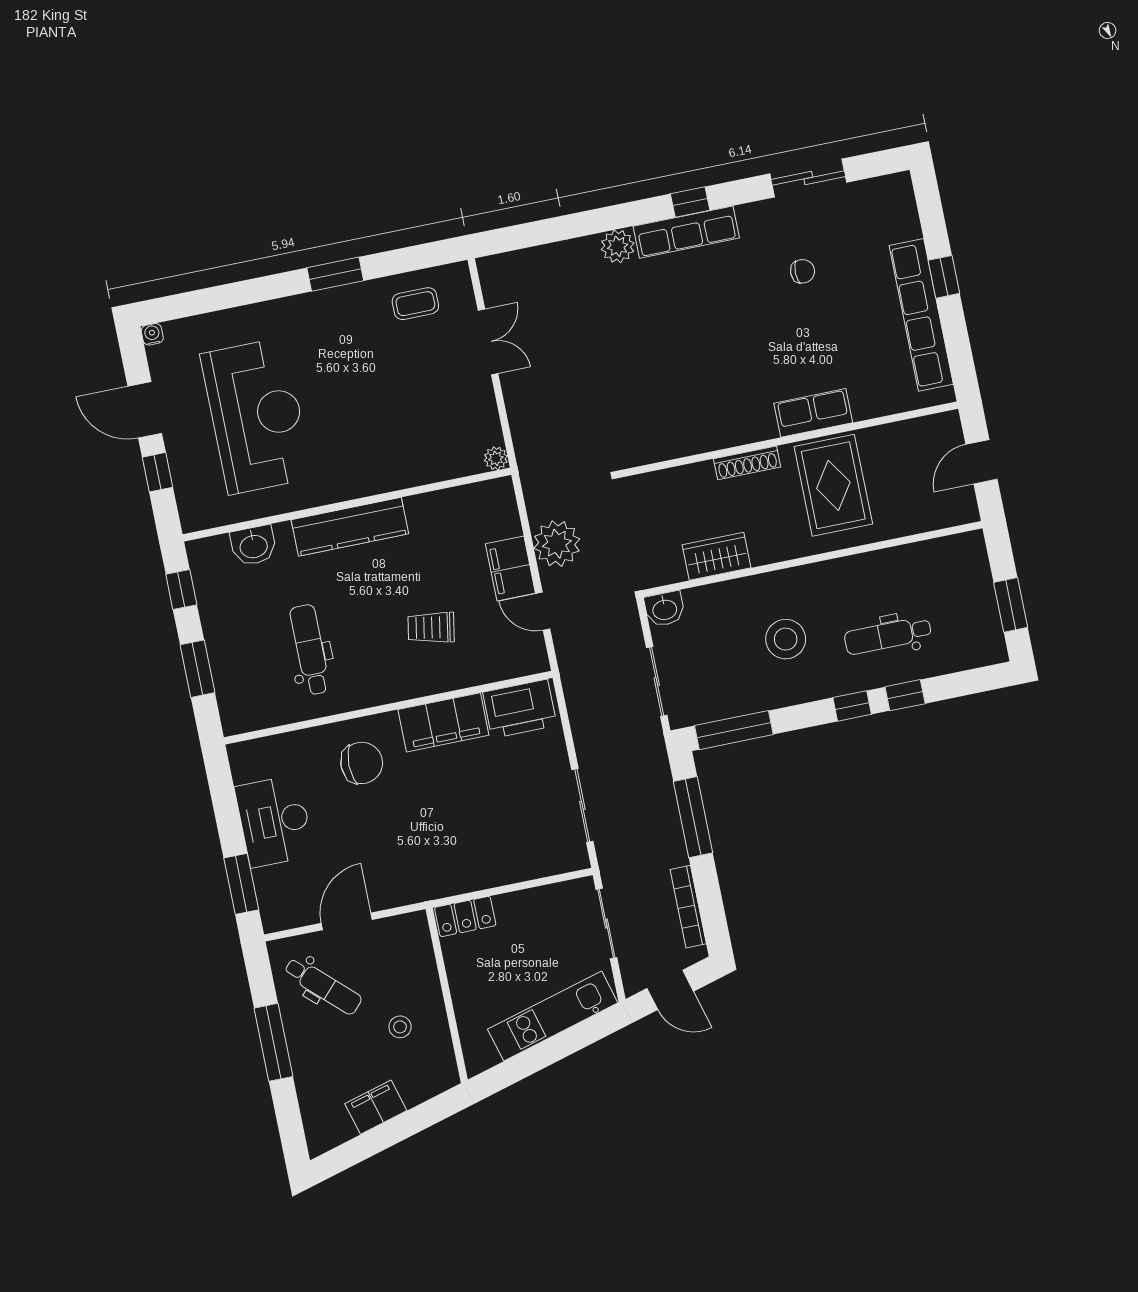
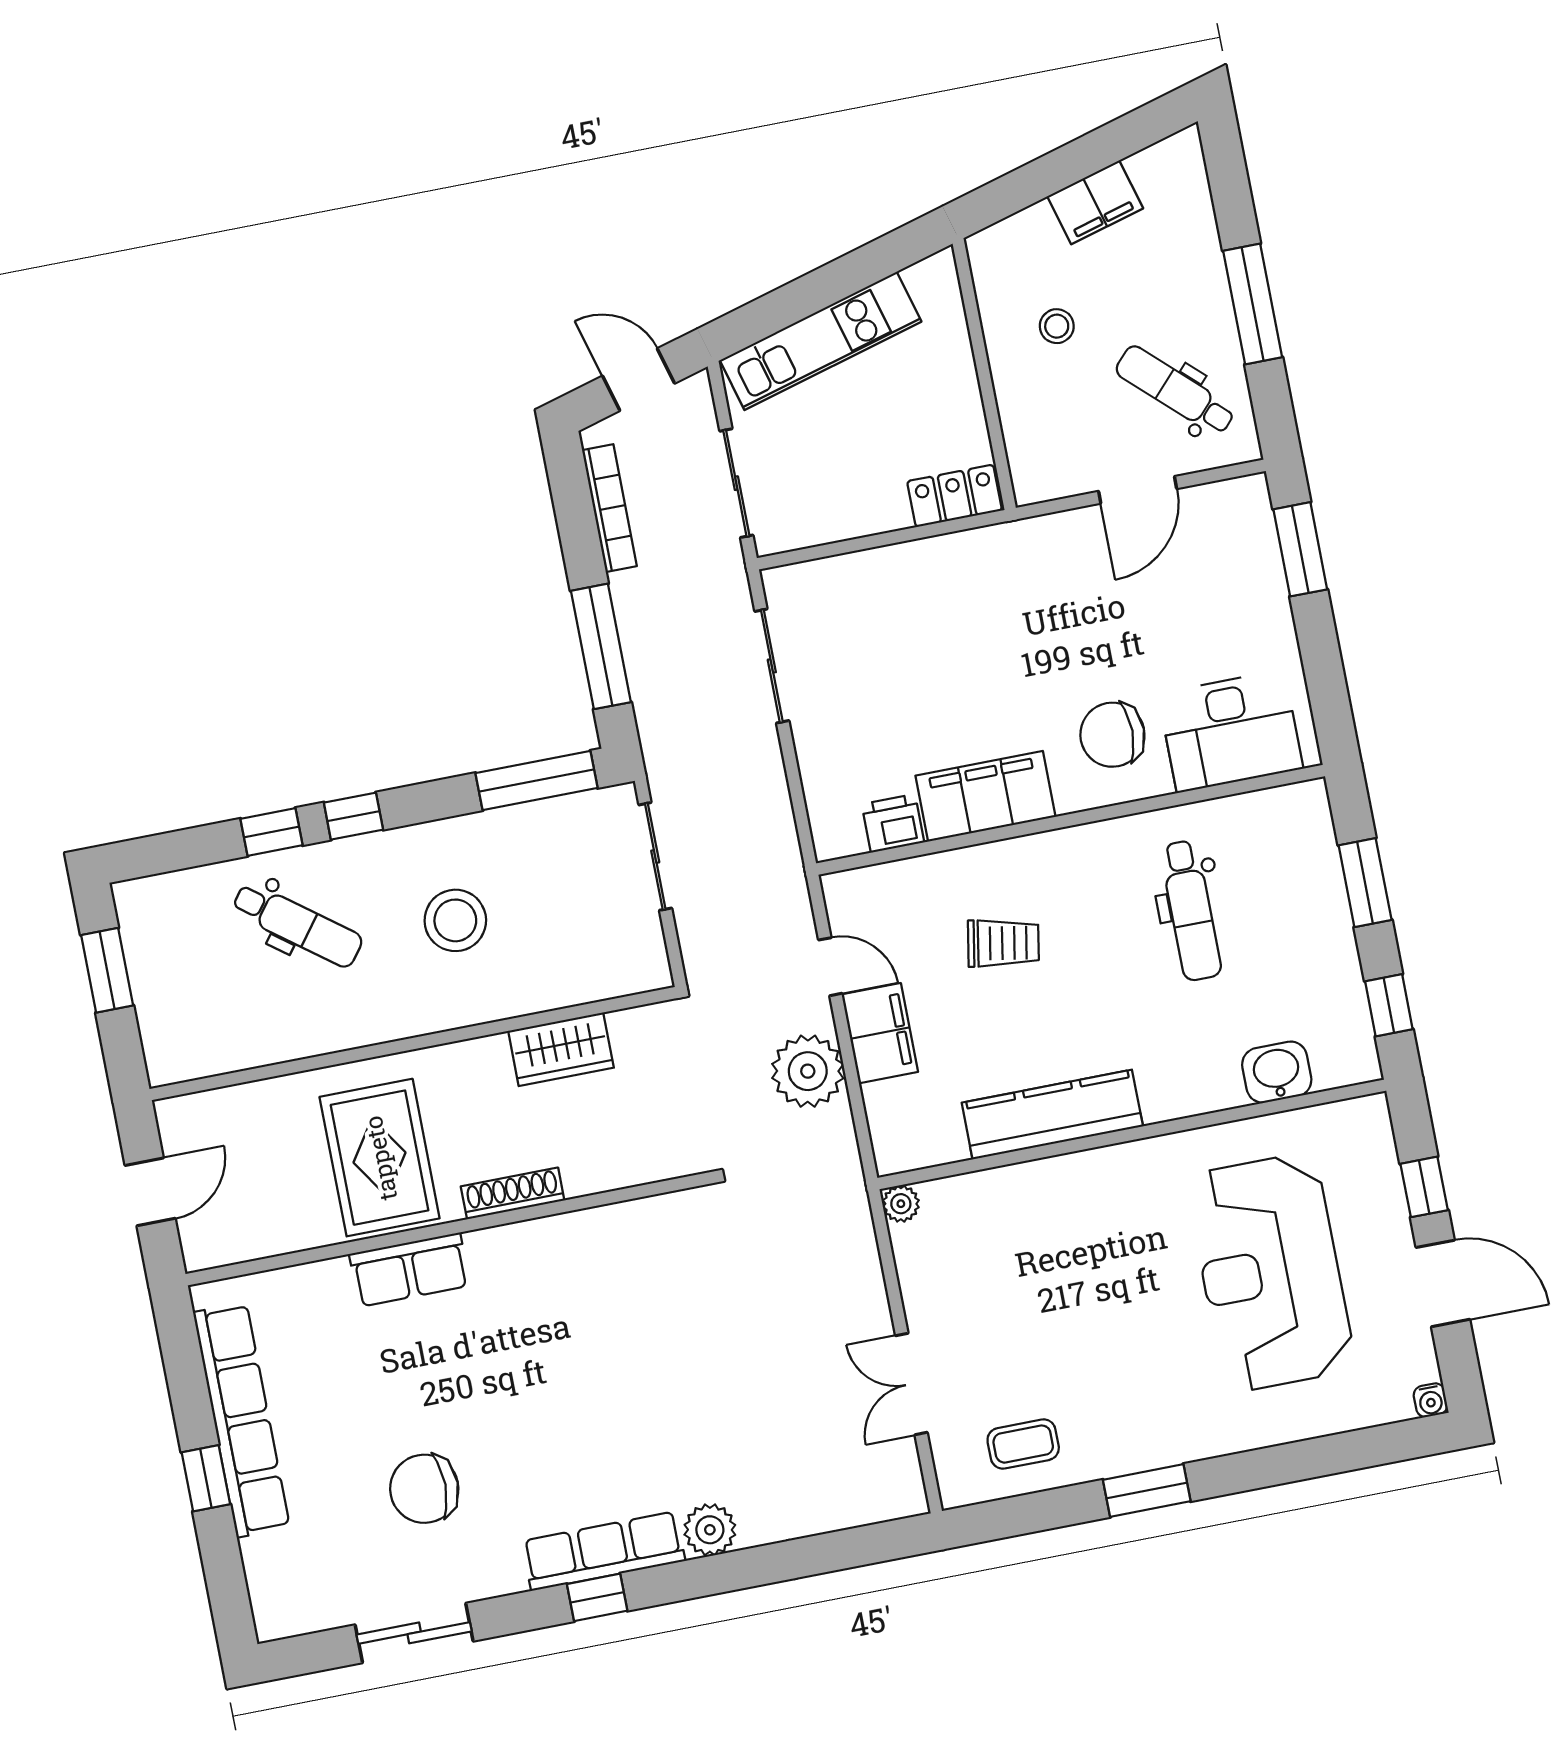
chair: (803, 271) -> (424, 1489), width x1.87, depth x1.87
kitchen counter: (350, 527) -> (1052, 1115), moved
washbasin: (665, 609) -> (642, 969), removed
dental chair: (888, 635) -> (297, 925), turned 37
printer: (520, 709) -> (893, 823), width x0.53, depth x0.68
desk: (274, 821) -> (1231, 731), moved, turned 90

